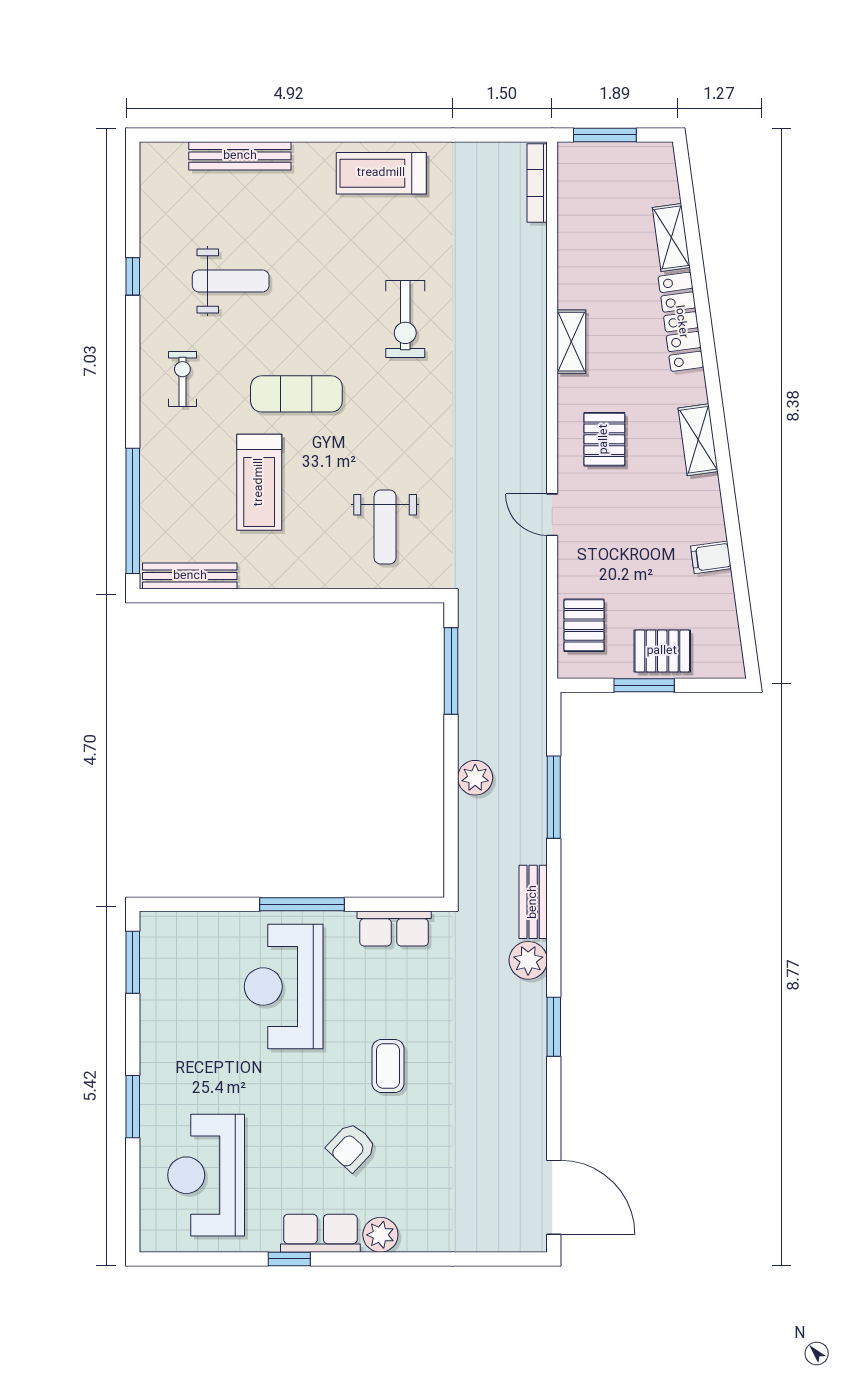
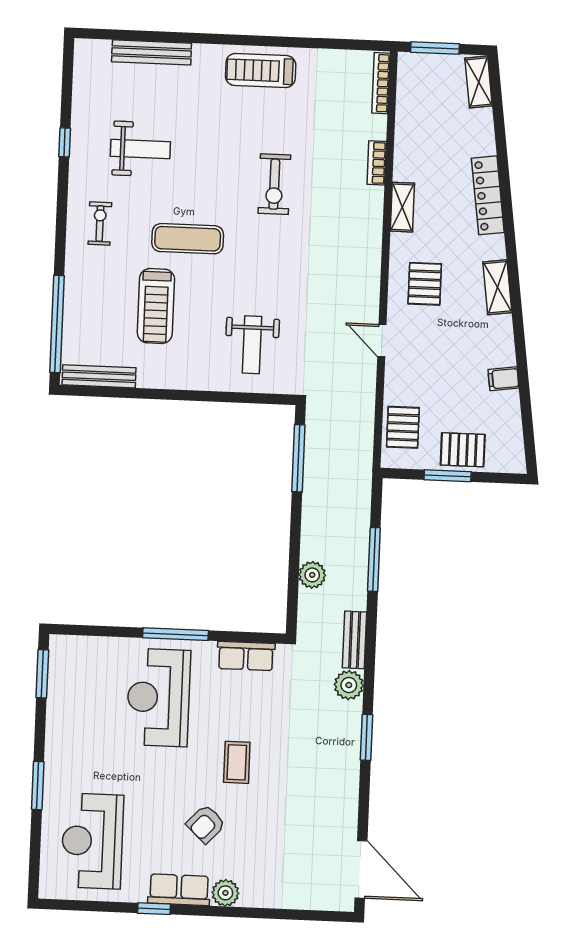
shelving: (671, 237) -> (479, 82), moved
bookcase: (536, 286) -> (377, 163), added
plant: (475, 778) -> (312, 575), moved

